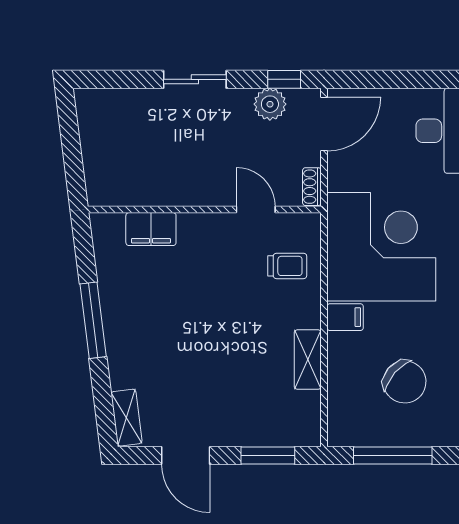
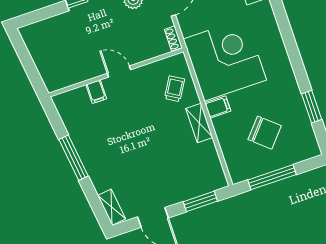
door: (256, 210) -> (119, 71), moved
filing cabinet: (151, 229) -> (96, 92), width x0.50
trolley: (287, 266) -> (175, 89), turned -59
shelving: (308, 360) -> (199, 123), moved

